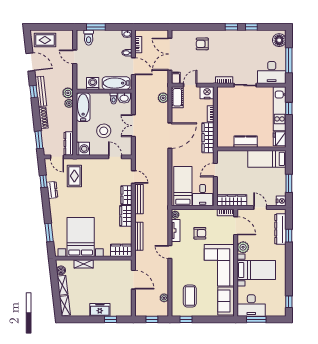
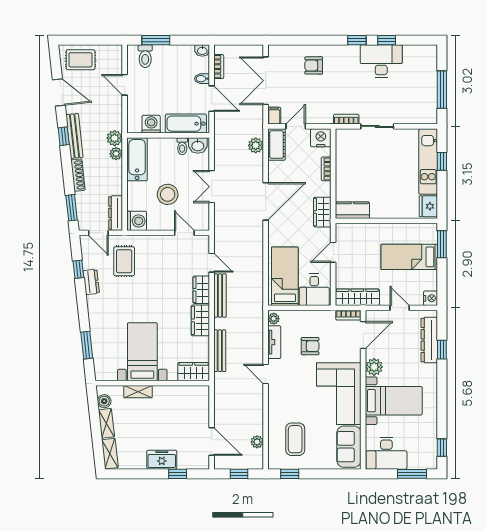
floor lamp: (279, 40) -> (428, 60), removed
desk: (272, 72) -> (381, 61), moved, turned 180
wardrobe: (208, 138) -> (322, 212), width x0.67
kitchen counter: (246, 142) -> (352, 210), moved
bed: (267, 159) -> (409, 257), moved
window: (289, 183) -> (442, 244), moved
door: (236, 226) -> (363, 335), hinge flipped
bed with nightstands: (81, 237) -> (142, 352), width x0.73
door: (133, 280) -> (212, 441), moved
window: (256, 319) -> (412, 474), moved

